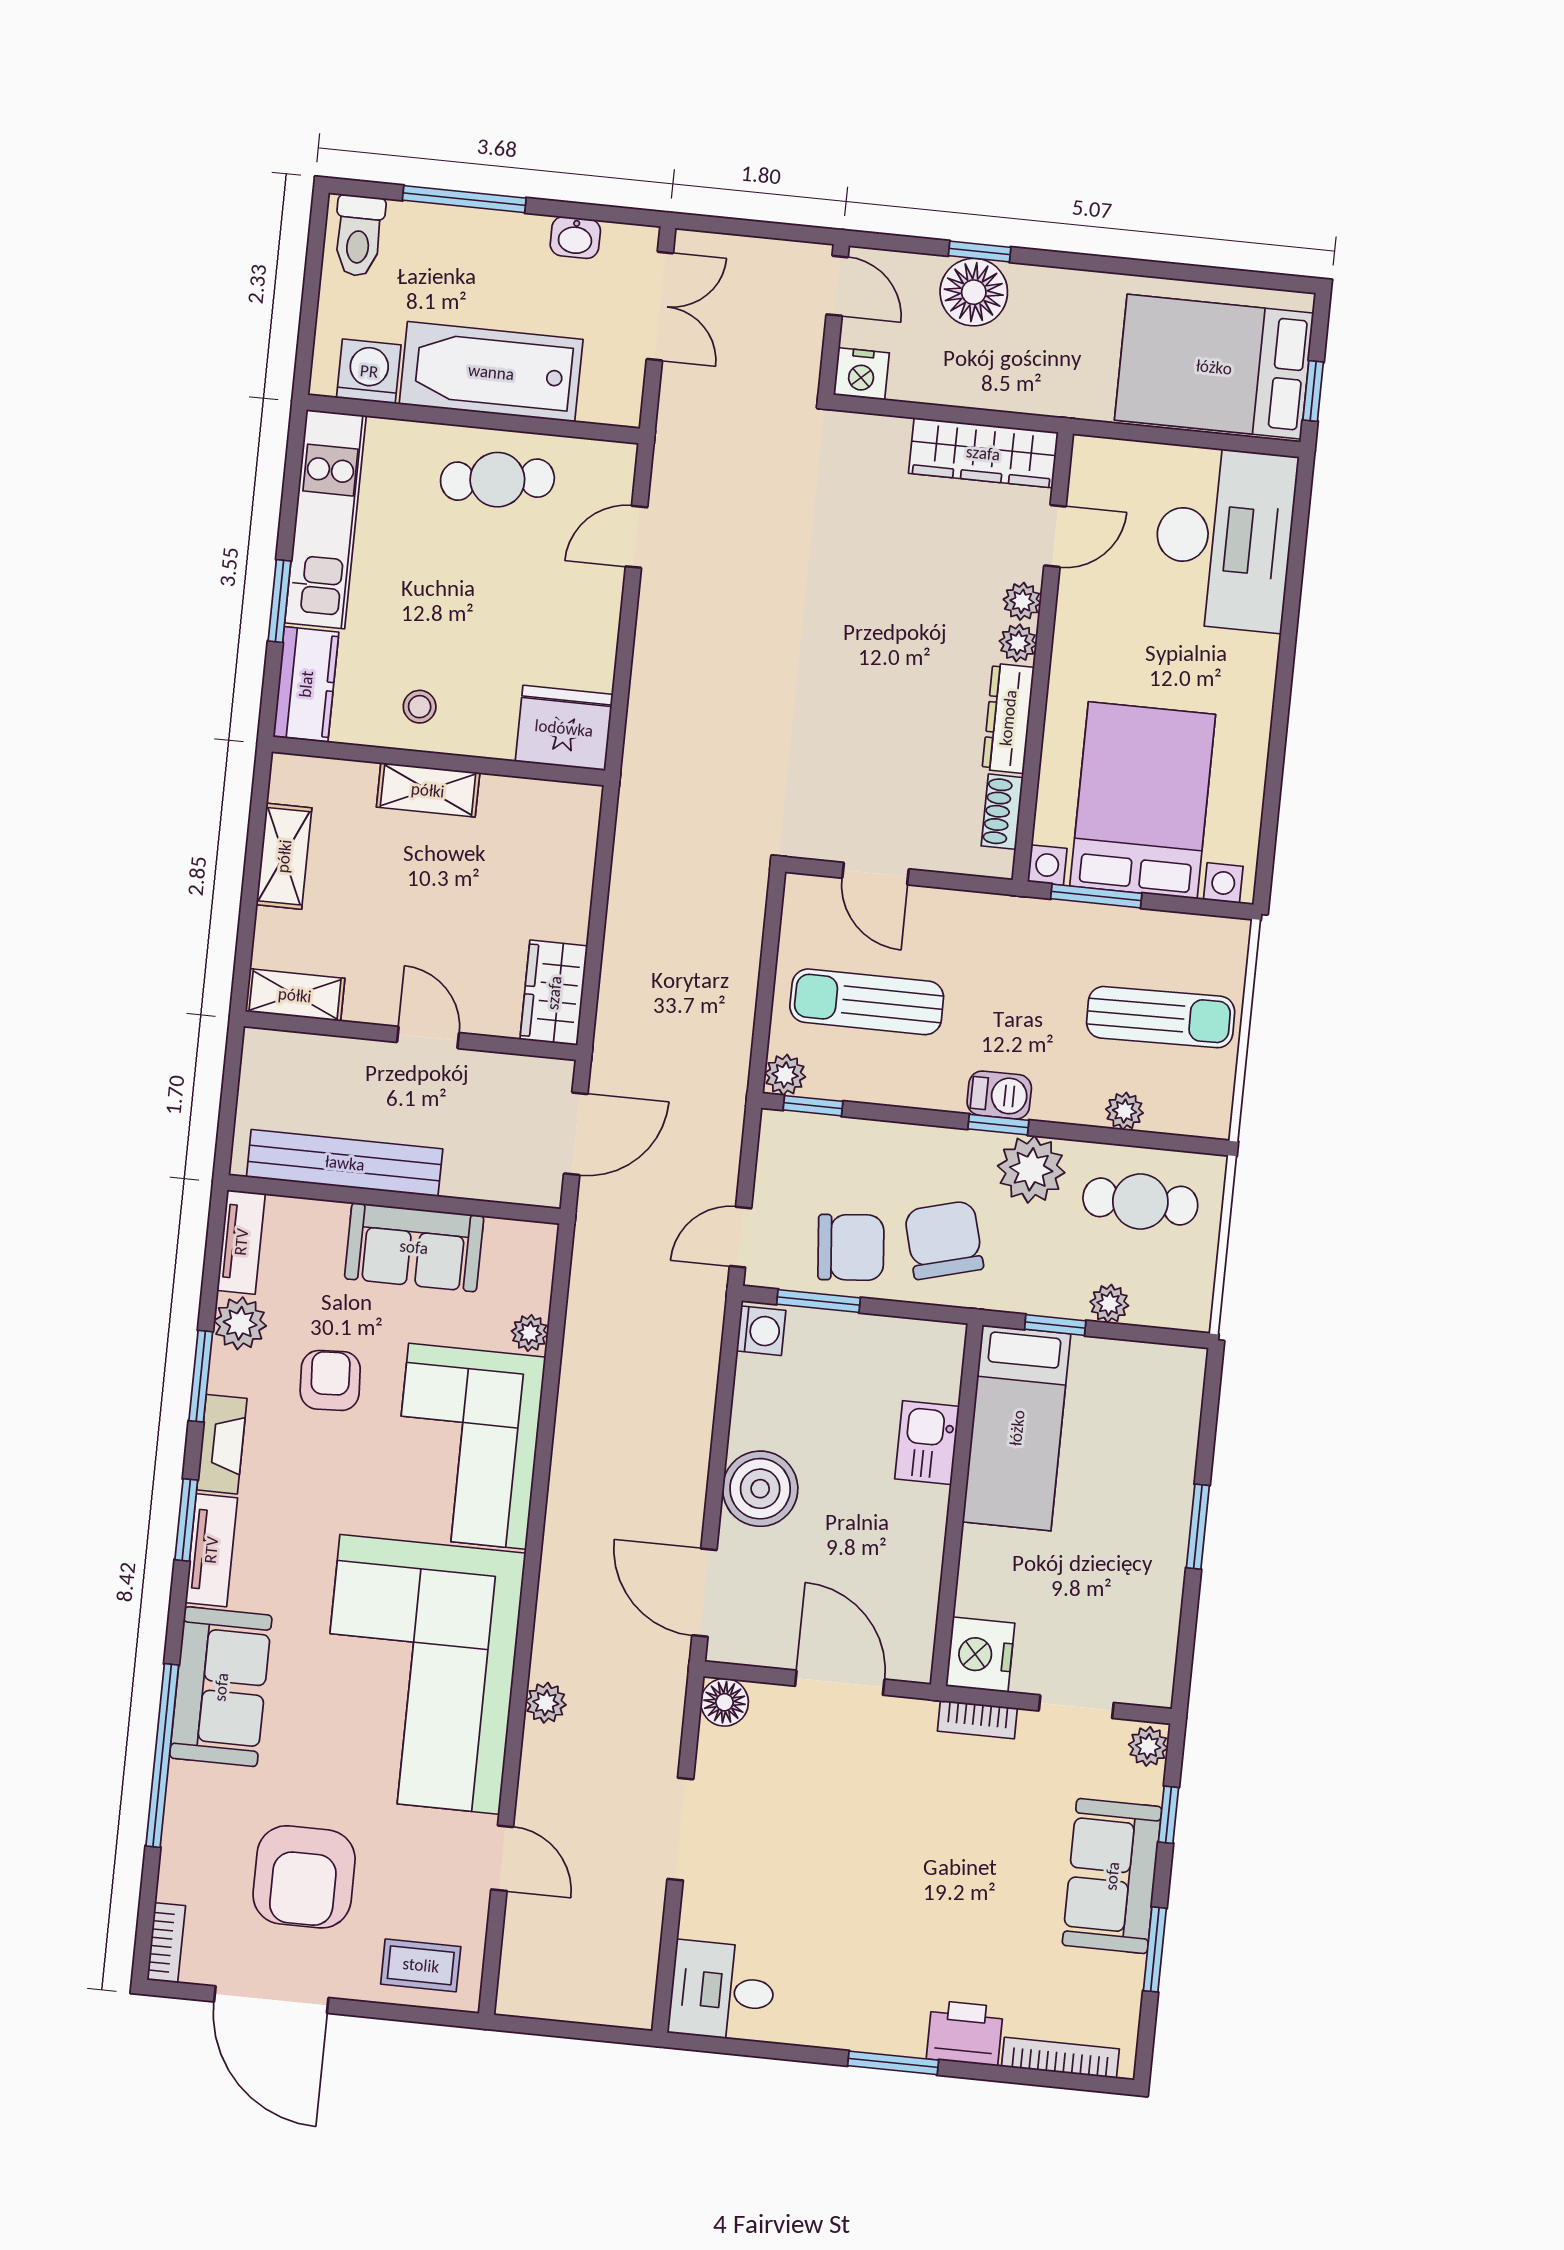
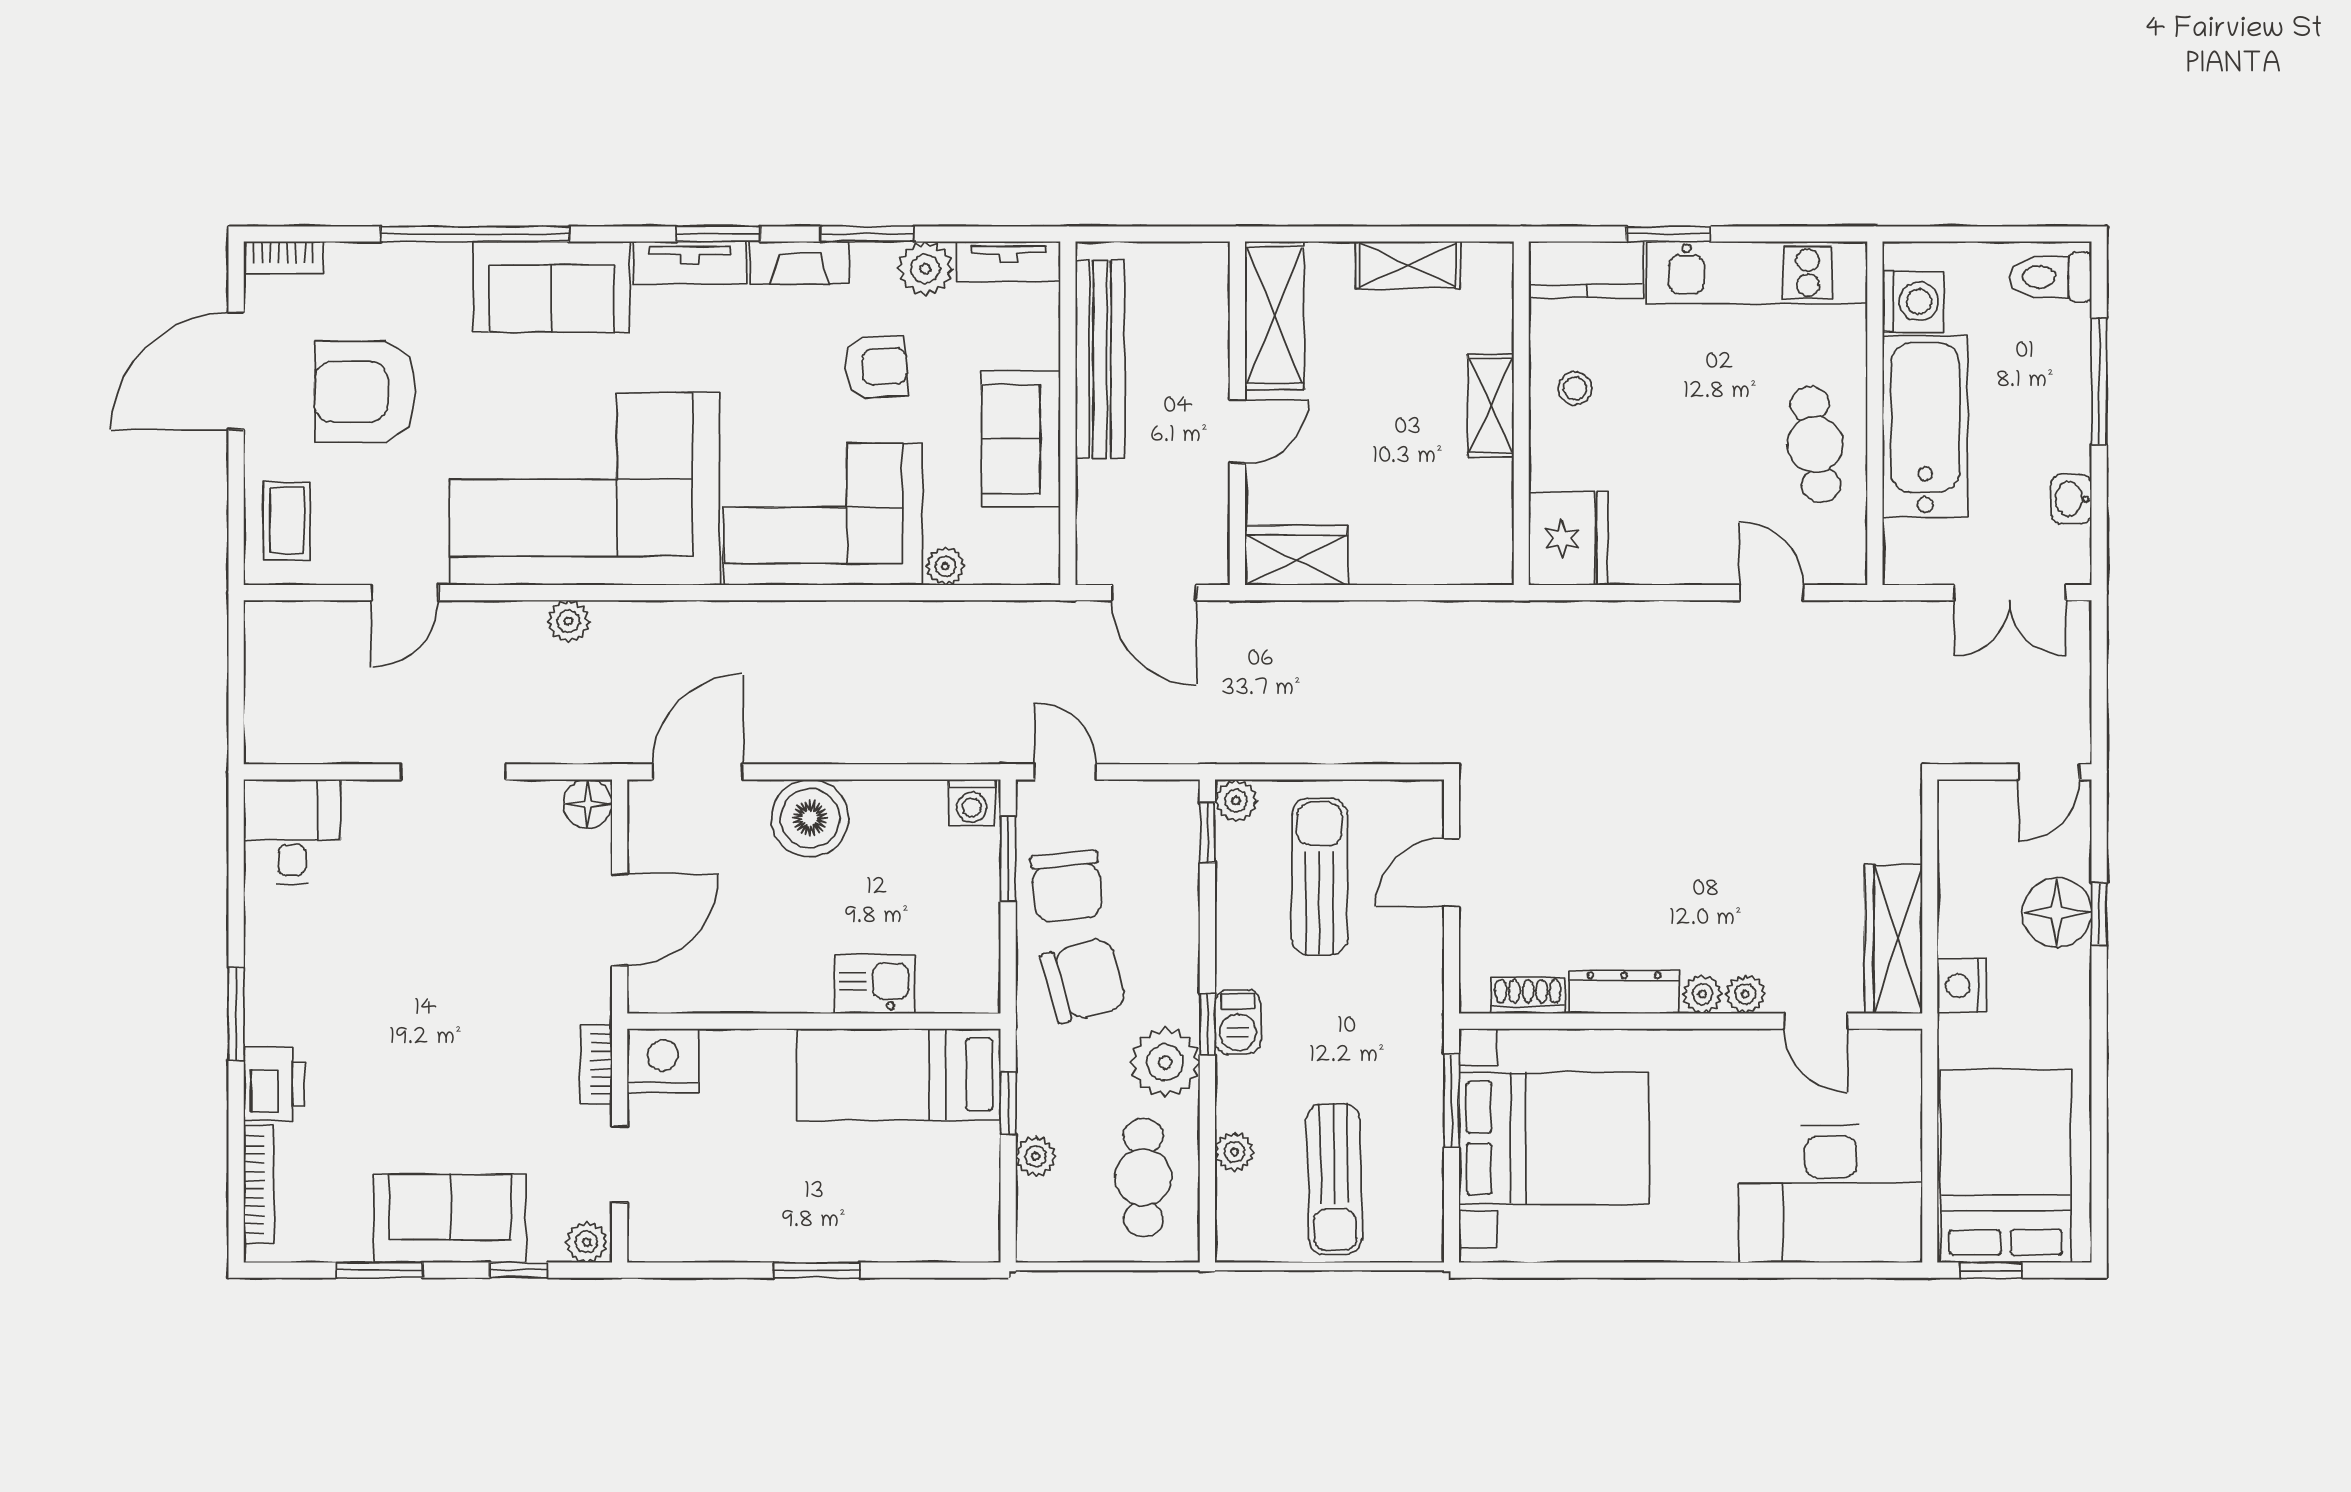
nightstand: (861, 374) -> (1962, 986), moved
shelving: (295, 995) -> (1274, 315), width x1.50, depth x1.33

